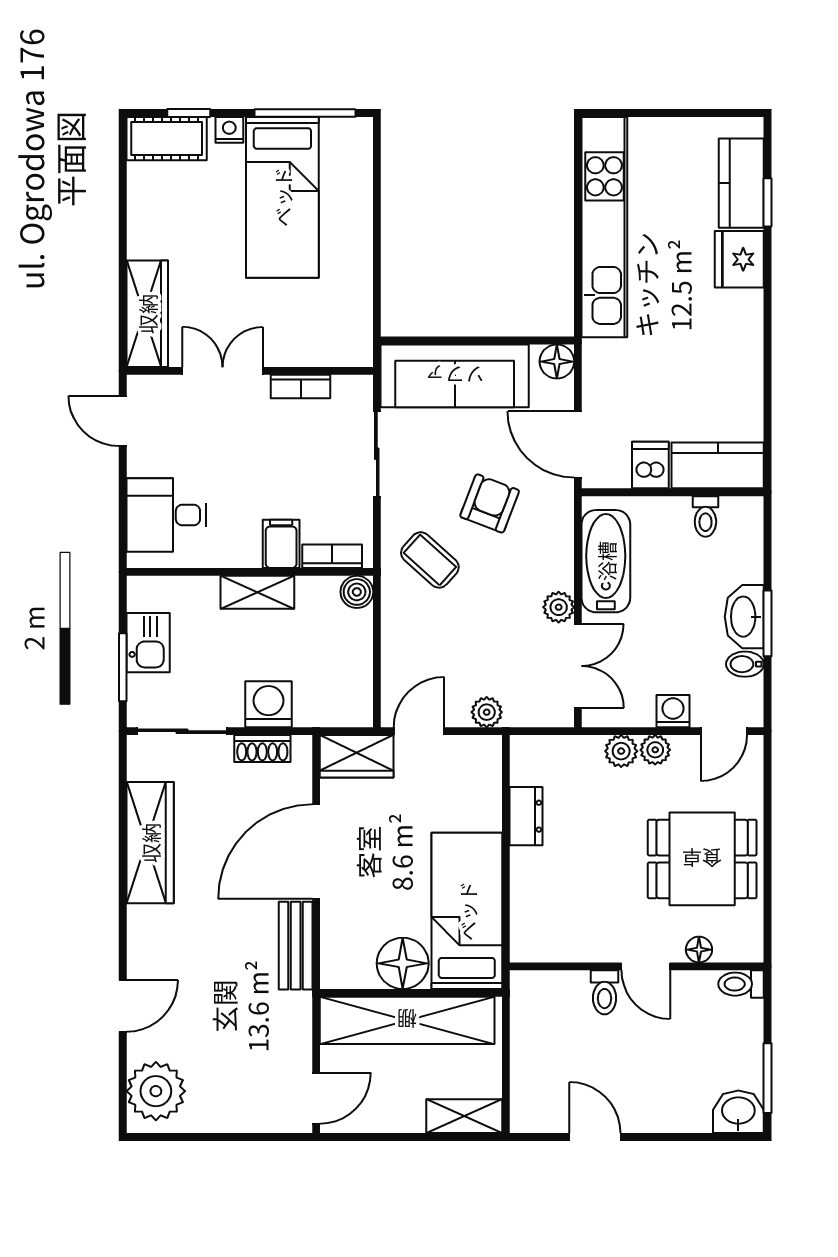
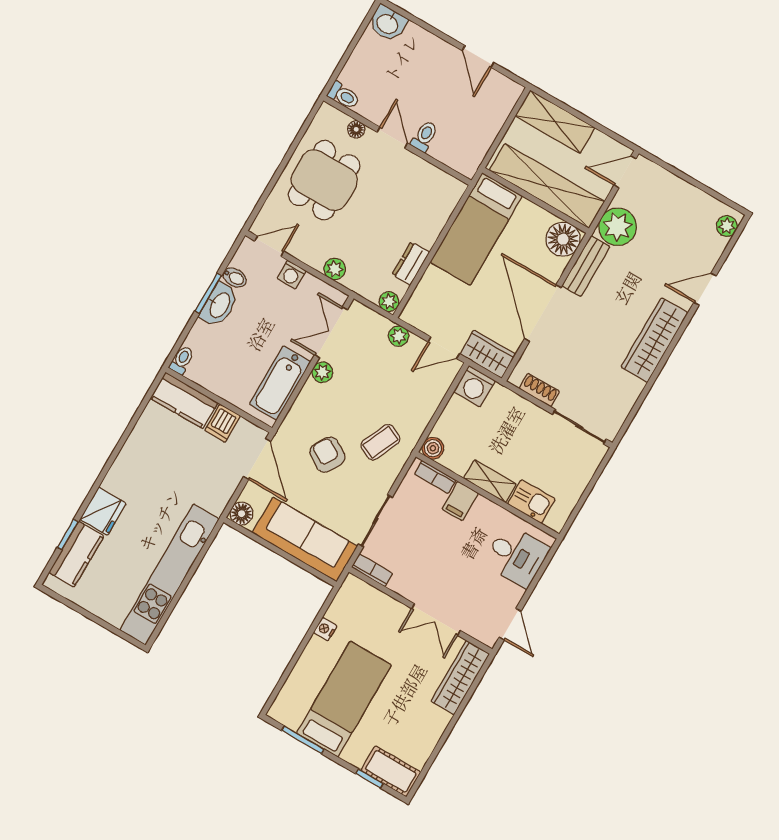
window: (305, 113) -> (303, 740), width x0.69
nightstand: (229, 130) -> (325, 629), moved, turned 90
bookcase: (301, 386) -> (372, 570), moved
armchair: (490, 503) -> (327, 455), turned 100
toilet: (705, 516) -> (182, 360), moved
coffee table: (430, 560) -> (380, 442), turned 72
kitchen sink: (148, 643) -> (531, 501), moved, turned 90
window: (123, 667) -> (592, 483), removed
washing machine: (269, 704) -> (475, 386), moved
plant: (655, 750) -> (389, 302), moved
wardrobe: (150, 843) -> (654, 340), moved
door: (316, 852) -> (543, 313), swing flipped
dining table: (702, 859) -> (324, 180), turned 90
floor lamp: (403, 963) -> (563, 239), moved
plant: (284, 1021) -> (618, 227), added
window: (767, 1078) -> (360, 33), removed
plant: (156, 1091) -> (727, 226), width x0.53, depth x0.53
shelving: (464, 1116) -> (555, 122), width x1.50, depth x1.33

